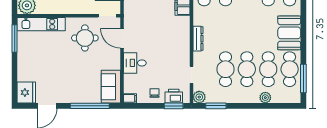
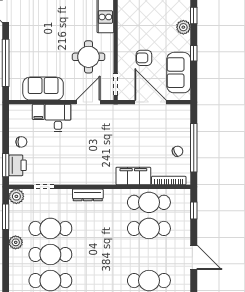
sofa: (111, 87) -> (43, 89), moved
filing cabinet: (130, 98) -> (38, 112), moved
plant: (265, 98) -> (16, 242), moved

